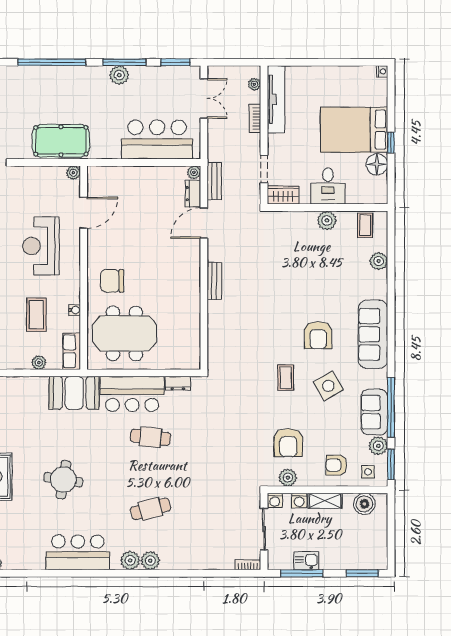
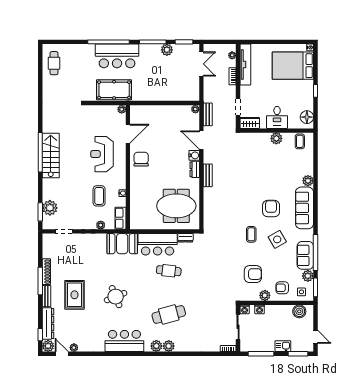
plant: (119, 75) -> (167, 50), moved
bed: (354, 130) -> (293, 66), moved
bar counter: (157, 139) -> (117, 56), moved, turned 180
floor lamp: (377, 164) -> (307, 117), moved
dresser: (193, 194) -> (195, 169), moved
door: (204, 223) -> (201, 140), hinge flipped
water cooler: (192, 248) -> (194, 155), added
plant: (379, 261) -> (308, 181), moved
chair: (112, 281) -> (141, 159), moved, turned 90
meeting table: (124, 333) -> (176, 206), moved
armchair: (318, 335) -> (271, 209), turned 180
armchair: (288, 443) -> (253, 274), turned -90
plant: (288, 478) -> (265, 295), moved
round table: (63, 480) -> (116, 297), turned -31
shelving: (325, 501) -> (275, 310), removed
cafe table: (151, 509) -> (169, 314), width x1.37, depth x1.35
door: (391, 545) -> (315, 337), added
kitchen sink: (306, 561) -> (283, 346), moved

